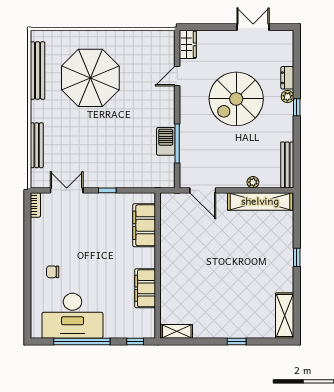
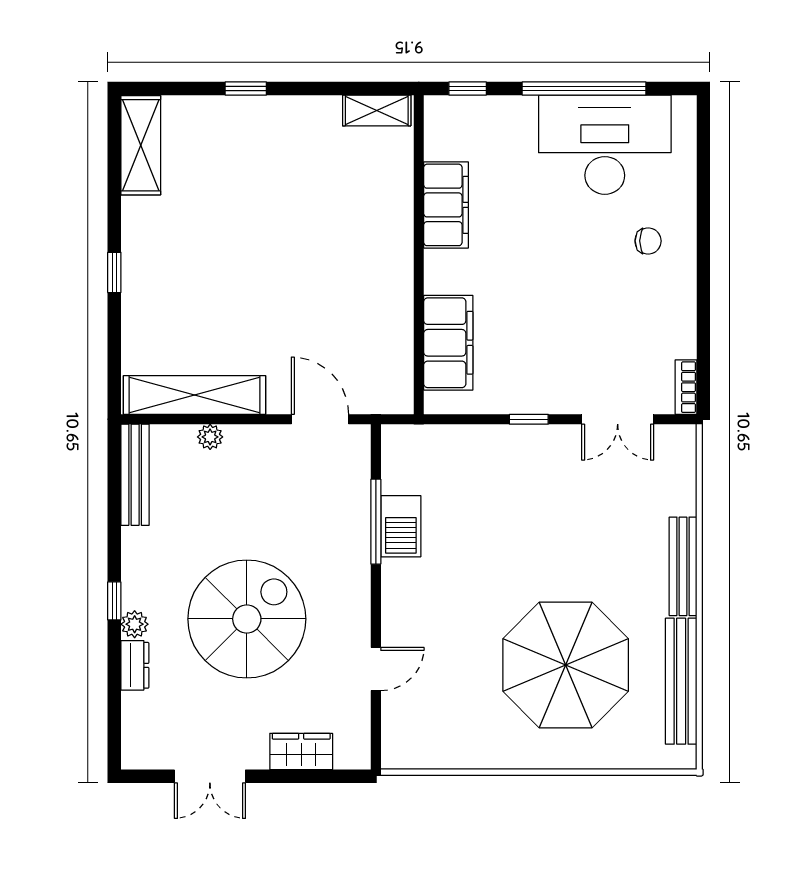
wardrobe: (188, 44) -> (301, 752), moved, turned 90
bench: (37, 145) -> (683, 566), moved

